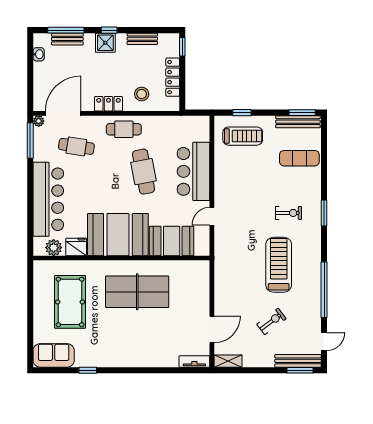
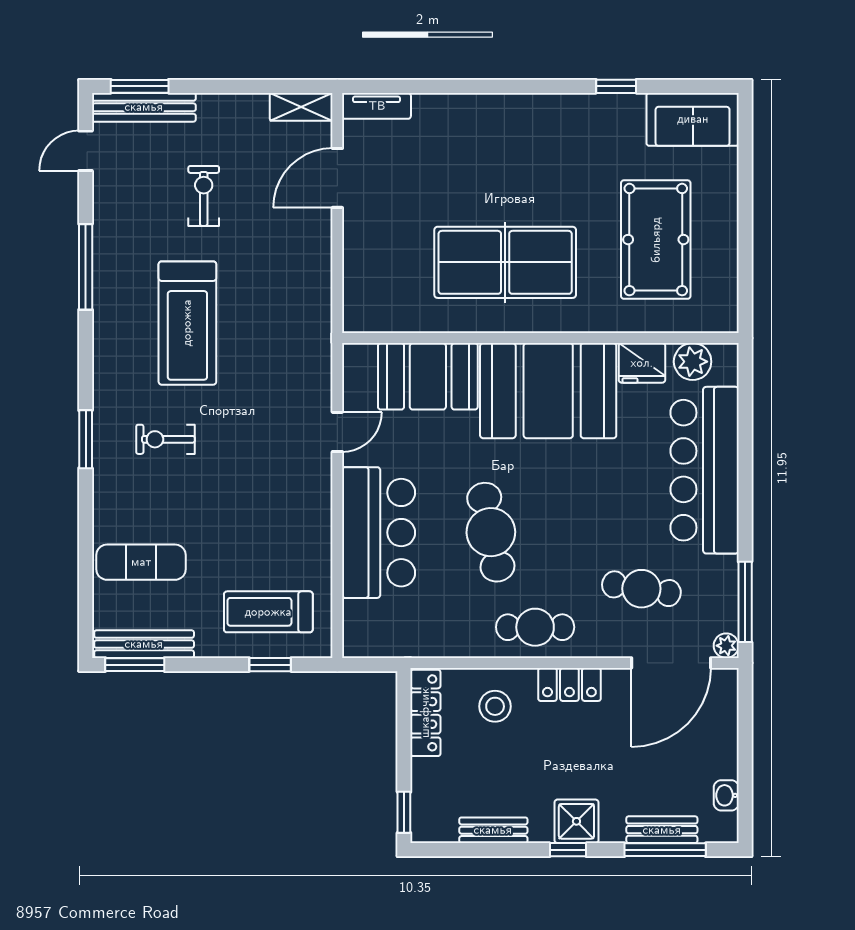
locker: (173, 77) -> (425, 713), moved
window: (324, 290) -> (86, 267), width x0.68
exercise bike: (271, 321) -> (204, 196), turned 127

